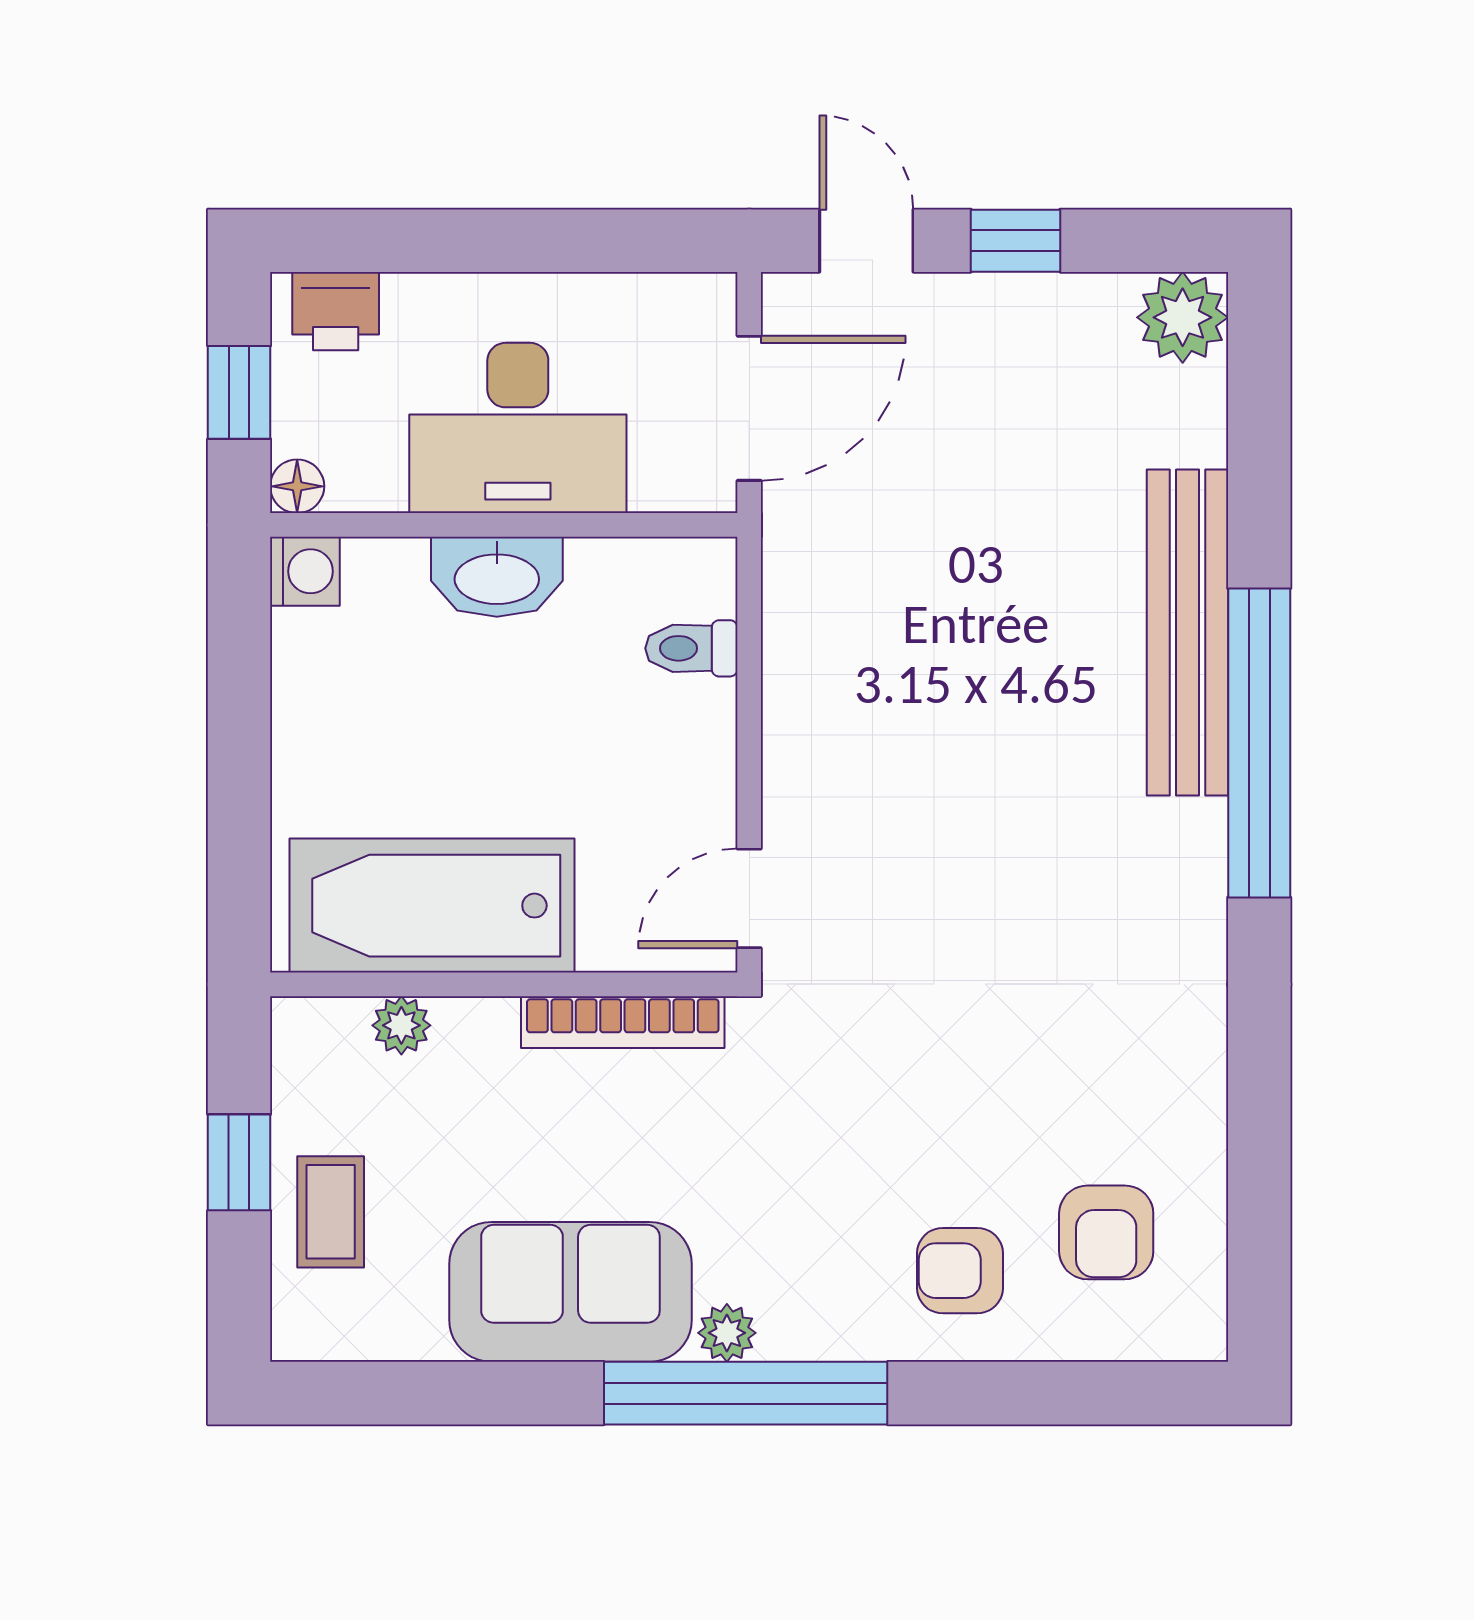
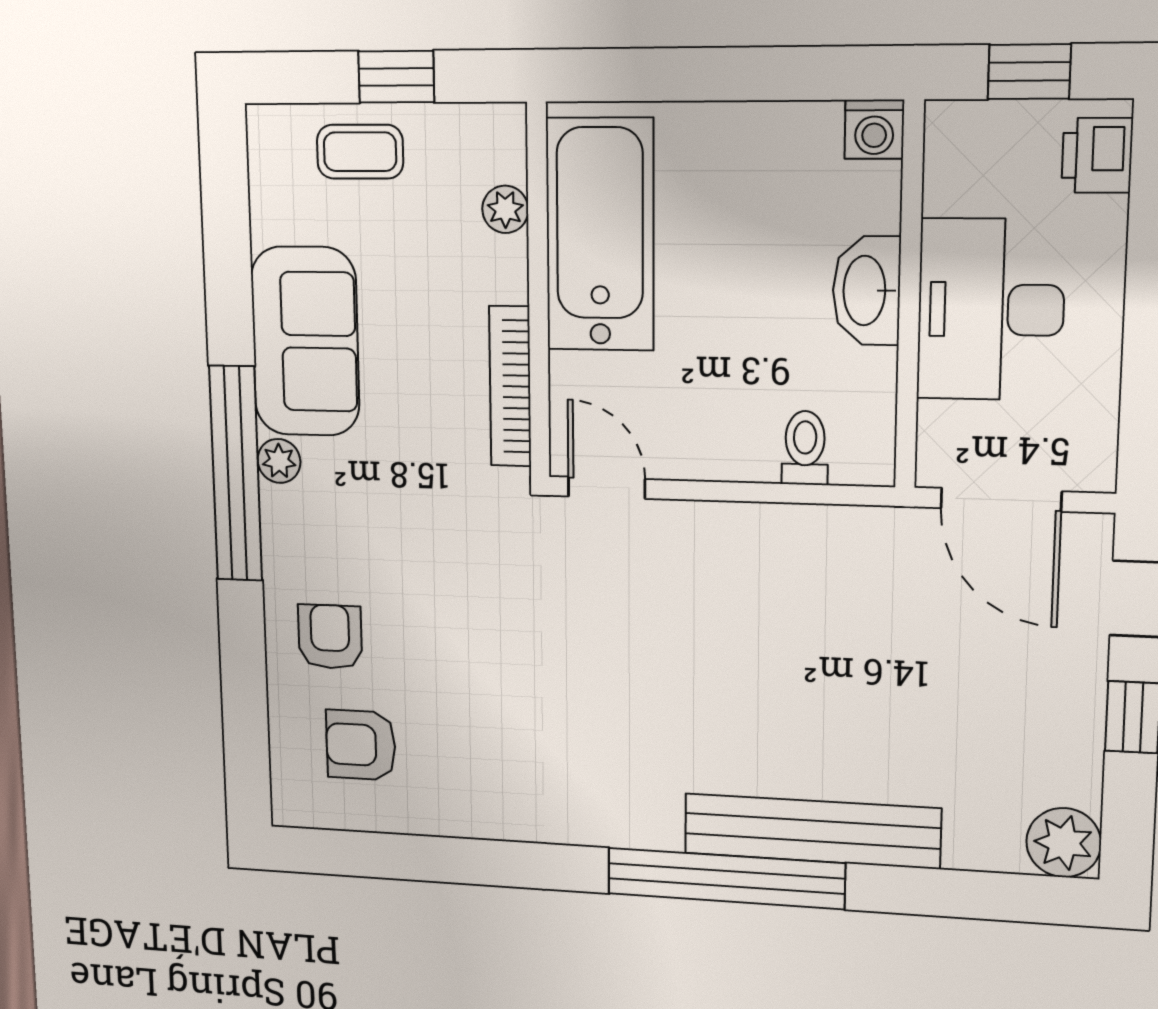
floor lamp: (297, 486) -> (947, 122), removed

